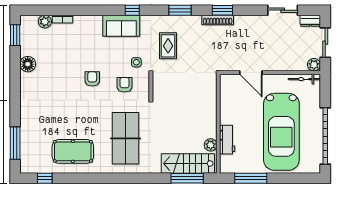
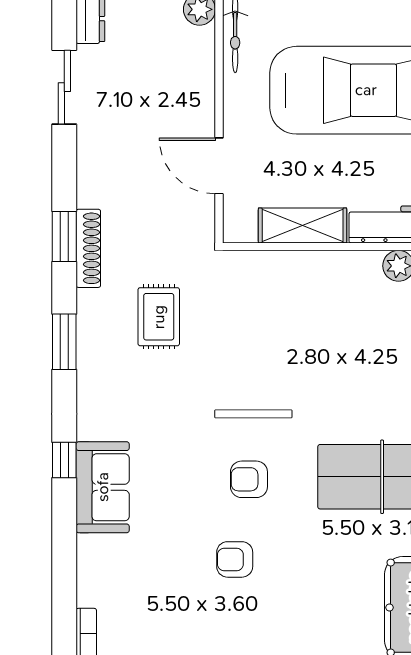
rug: (168, 46) -> (159, 317), moved, turned 90
side table: (136, 62) -> (193, 450), removed
door: (251, 73) -> (219, 166), swing flipped
shelving: (227, 106) -> (303, 225), added

